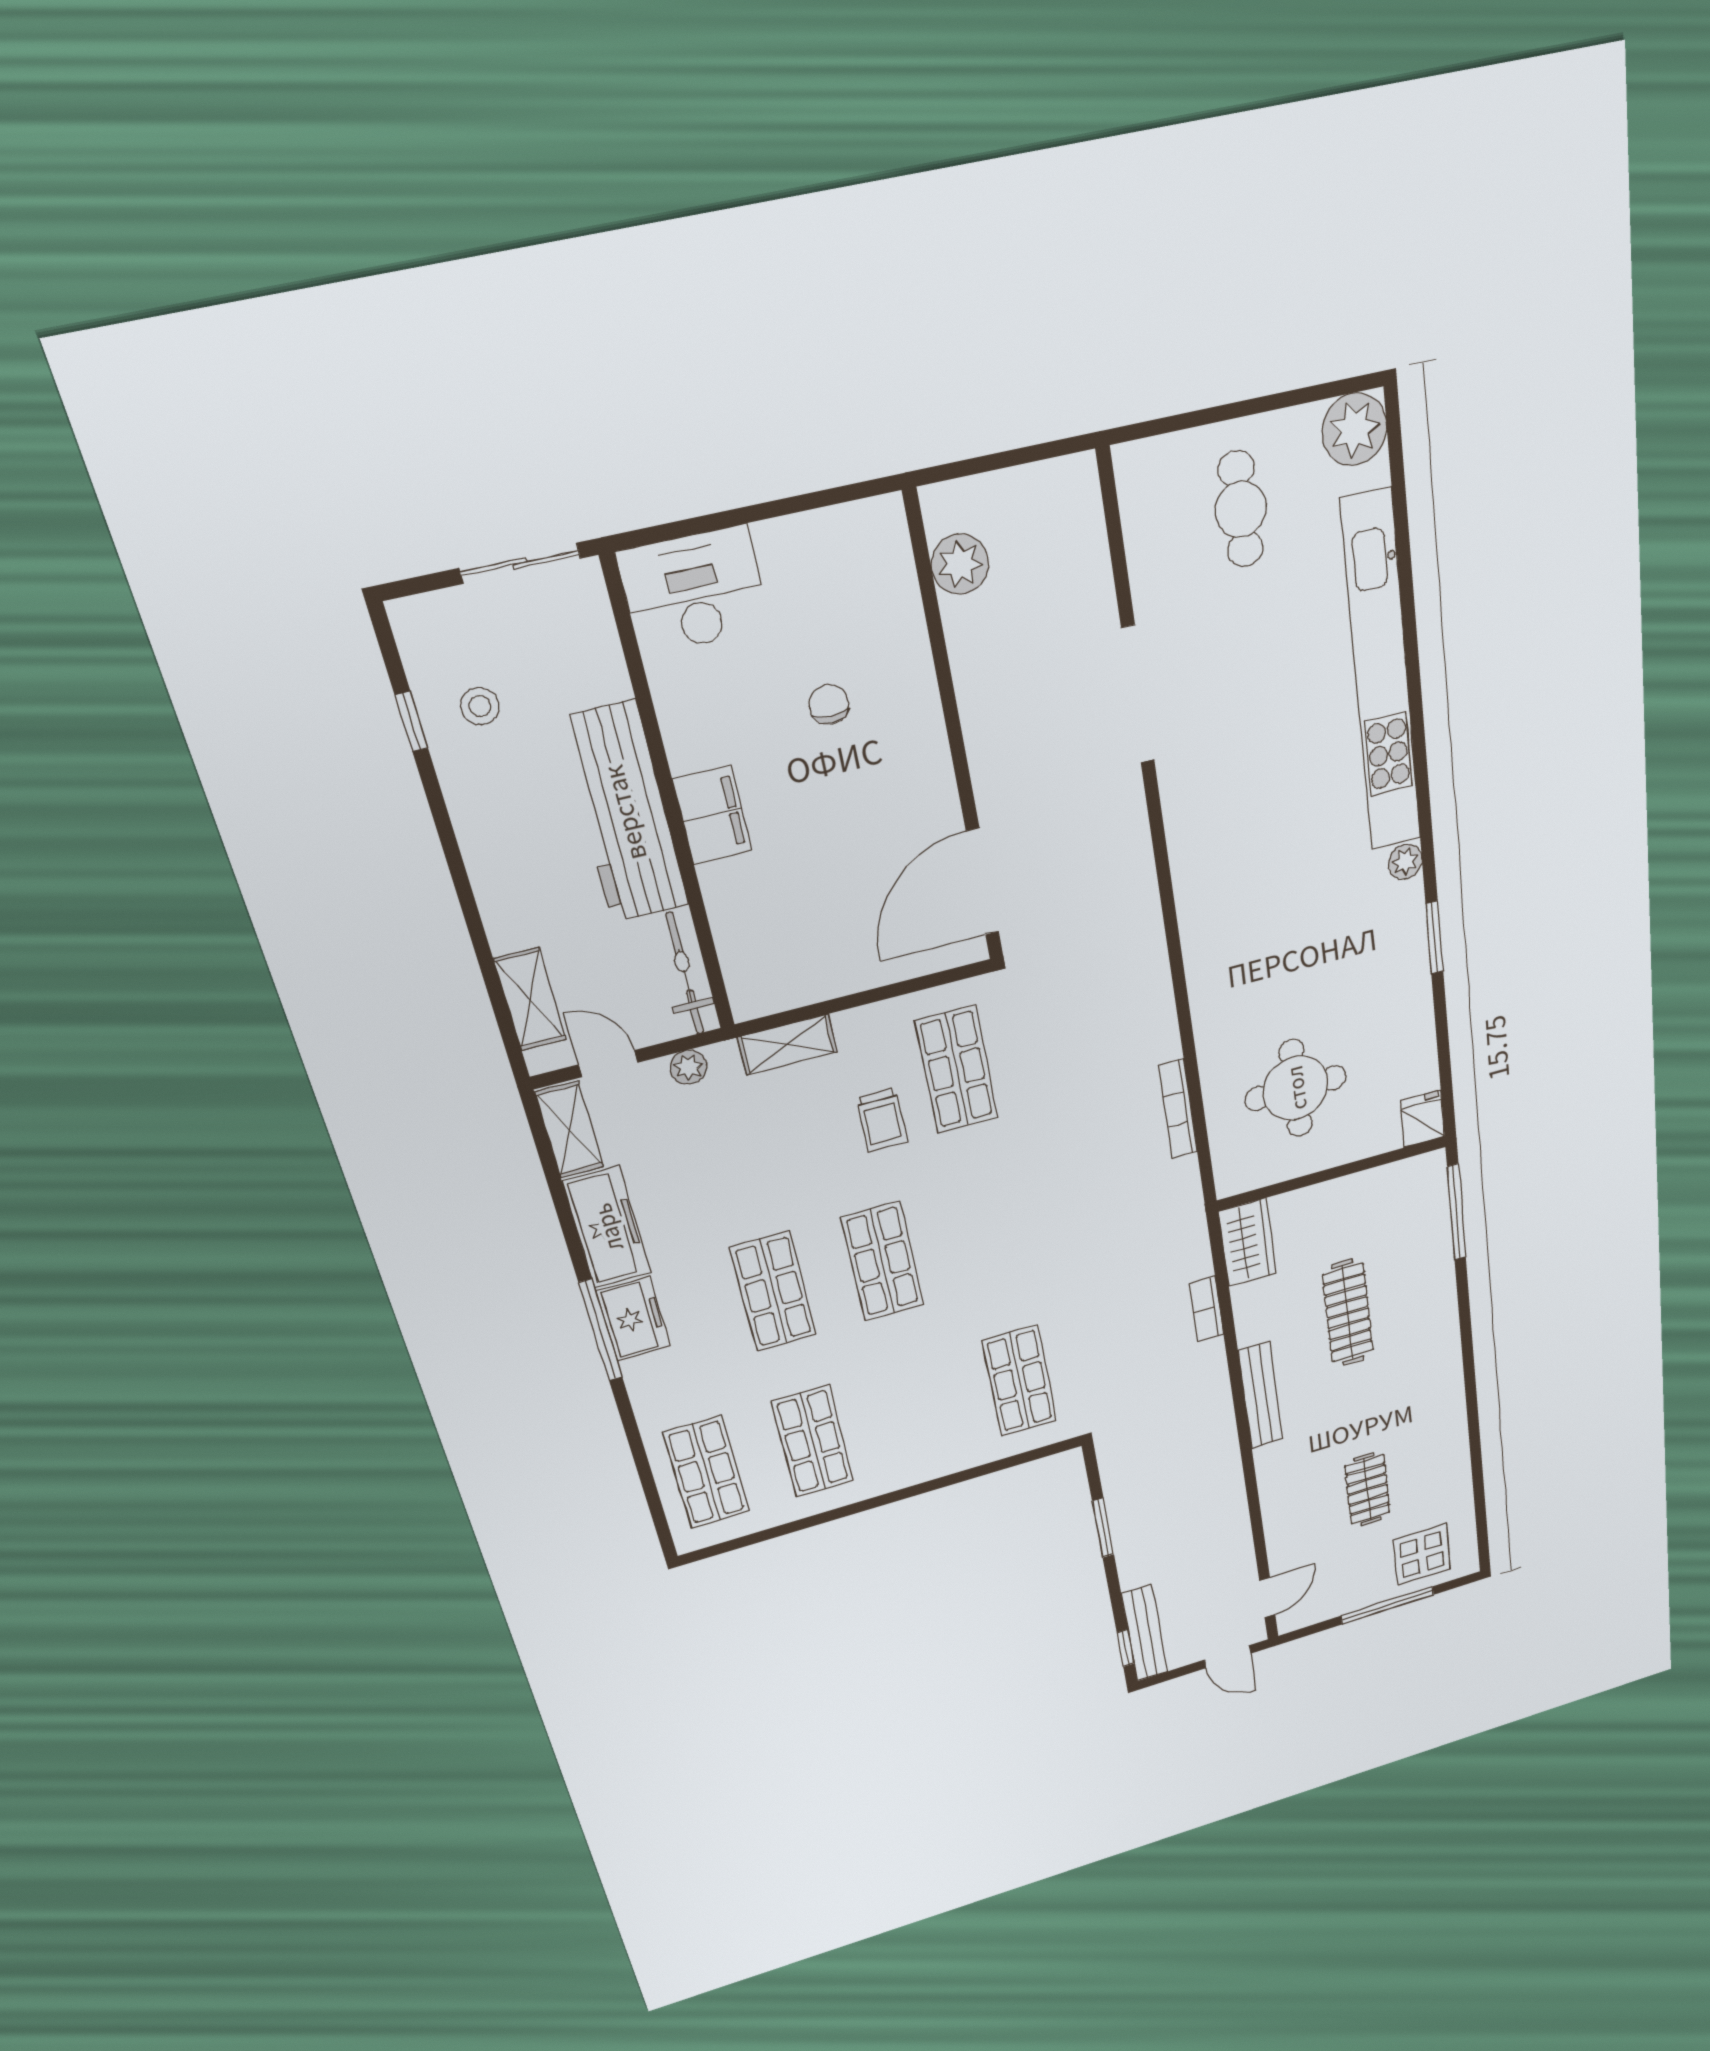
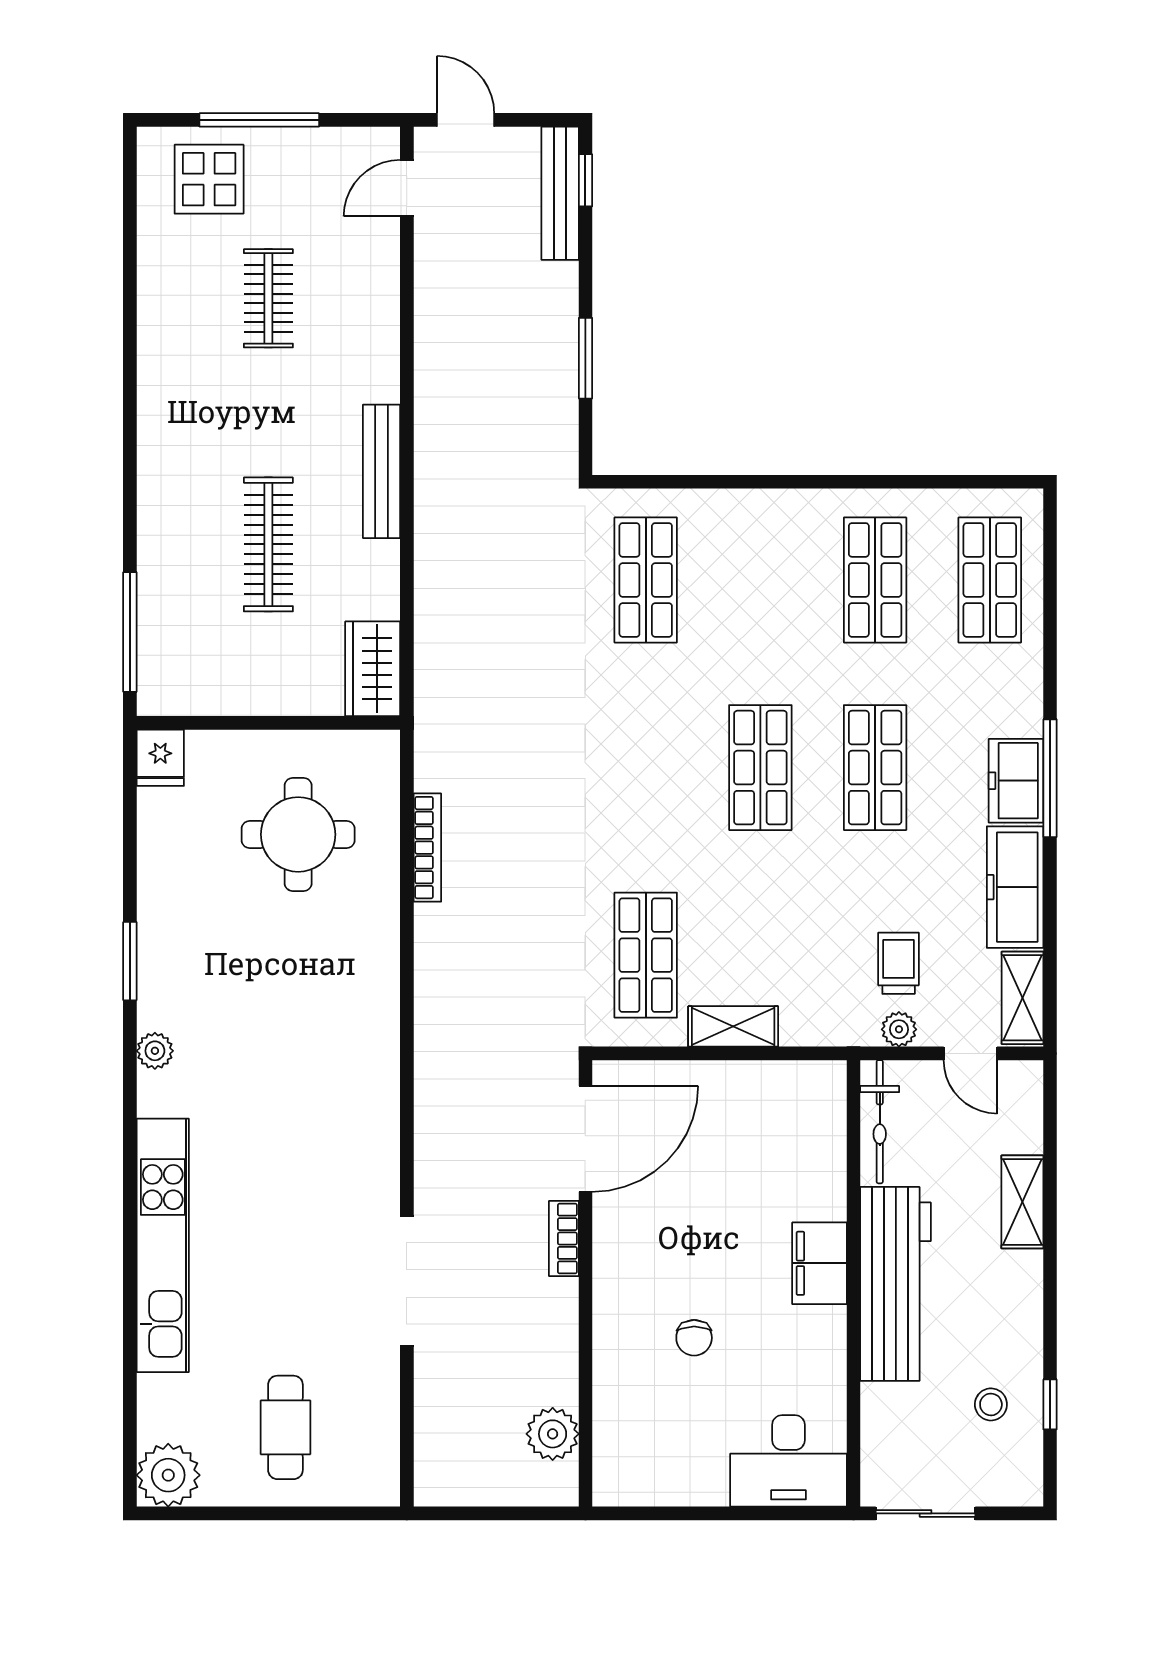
kitchen unit: (1381, 675) -> (163, 1245), width x0.73
shelving: (530, 999) -> (1022, 1202), moved
shelving: (787, 1044) -> (733, 1026), moved
trolley: (882, 1120) -> (899, 963), moved
bookcase: (1207, 1309) -> (564, 1239), moved, turned 180

